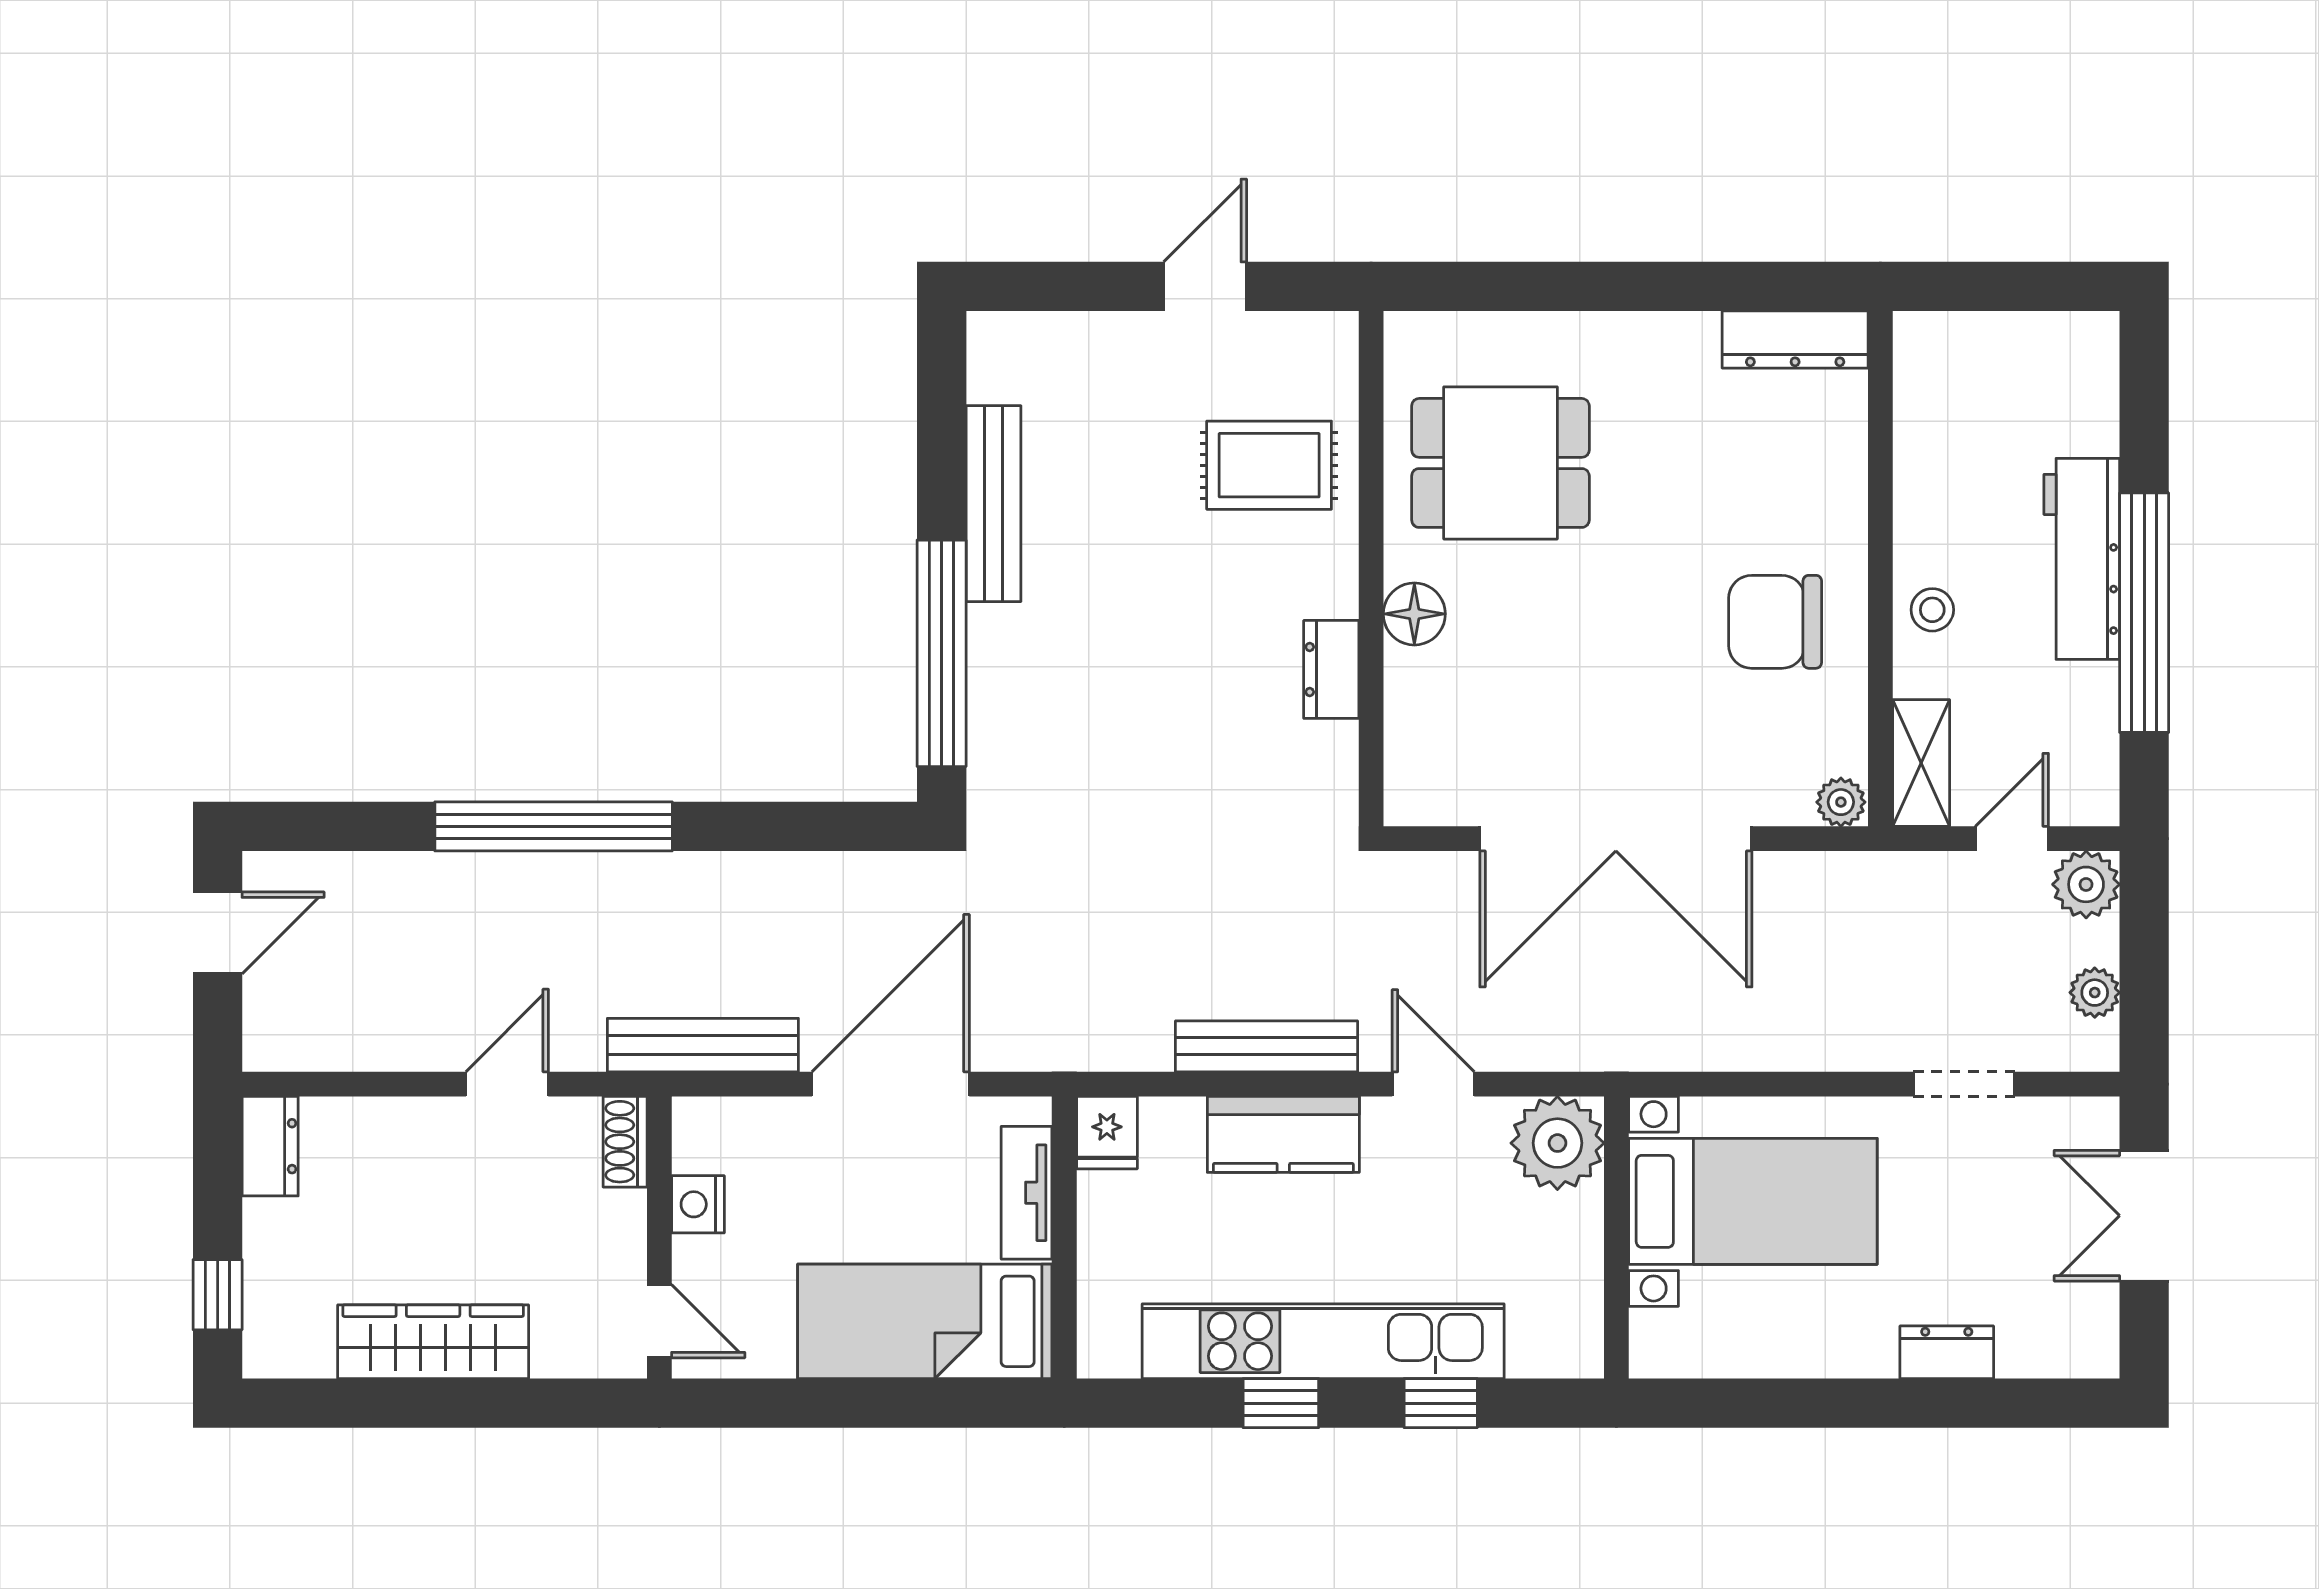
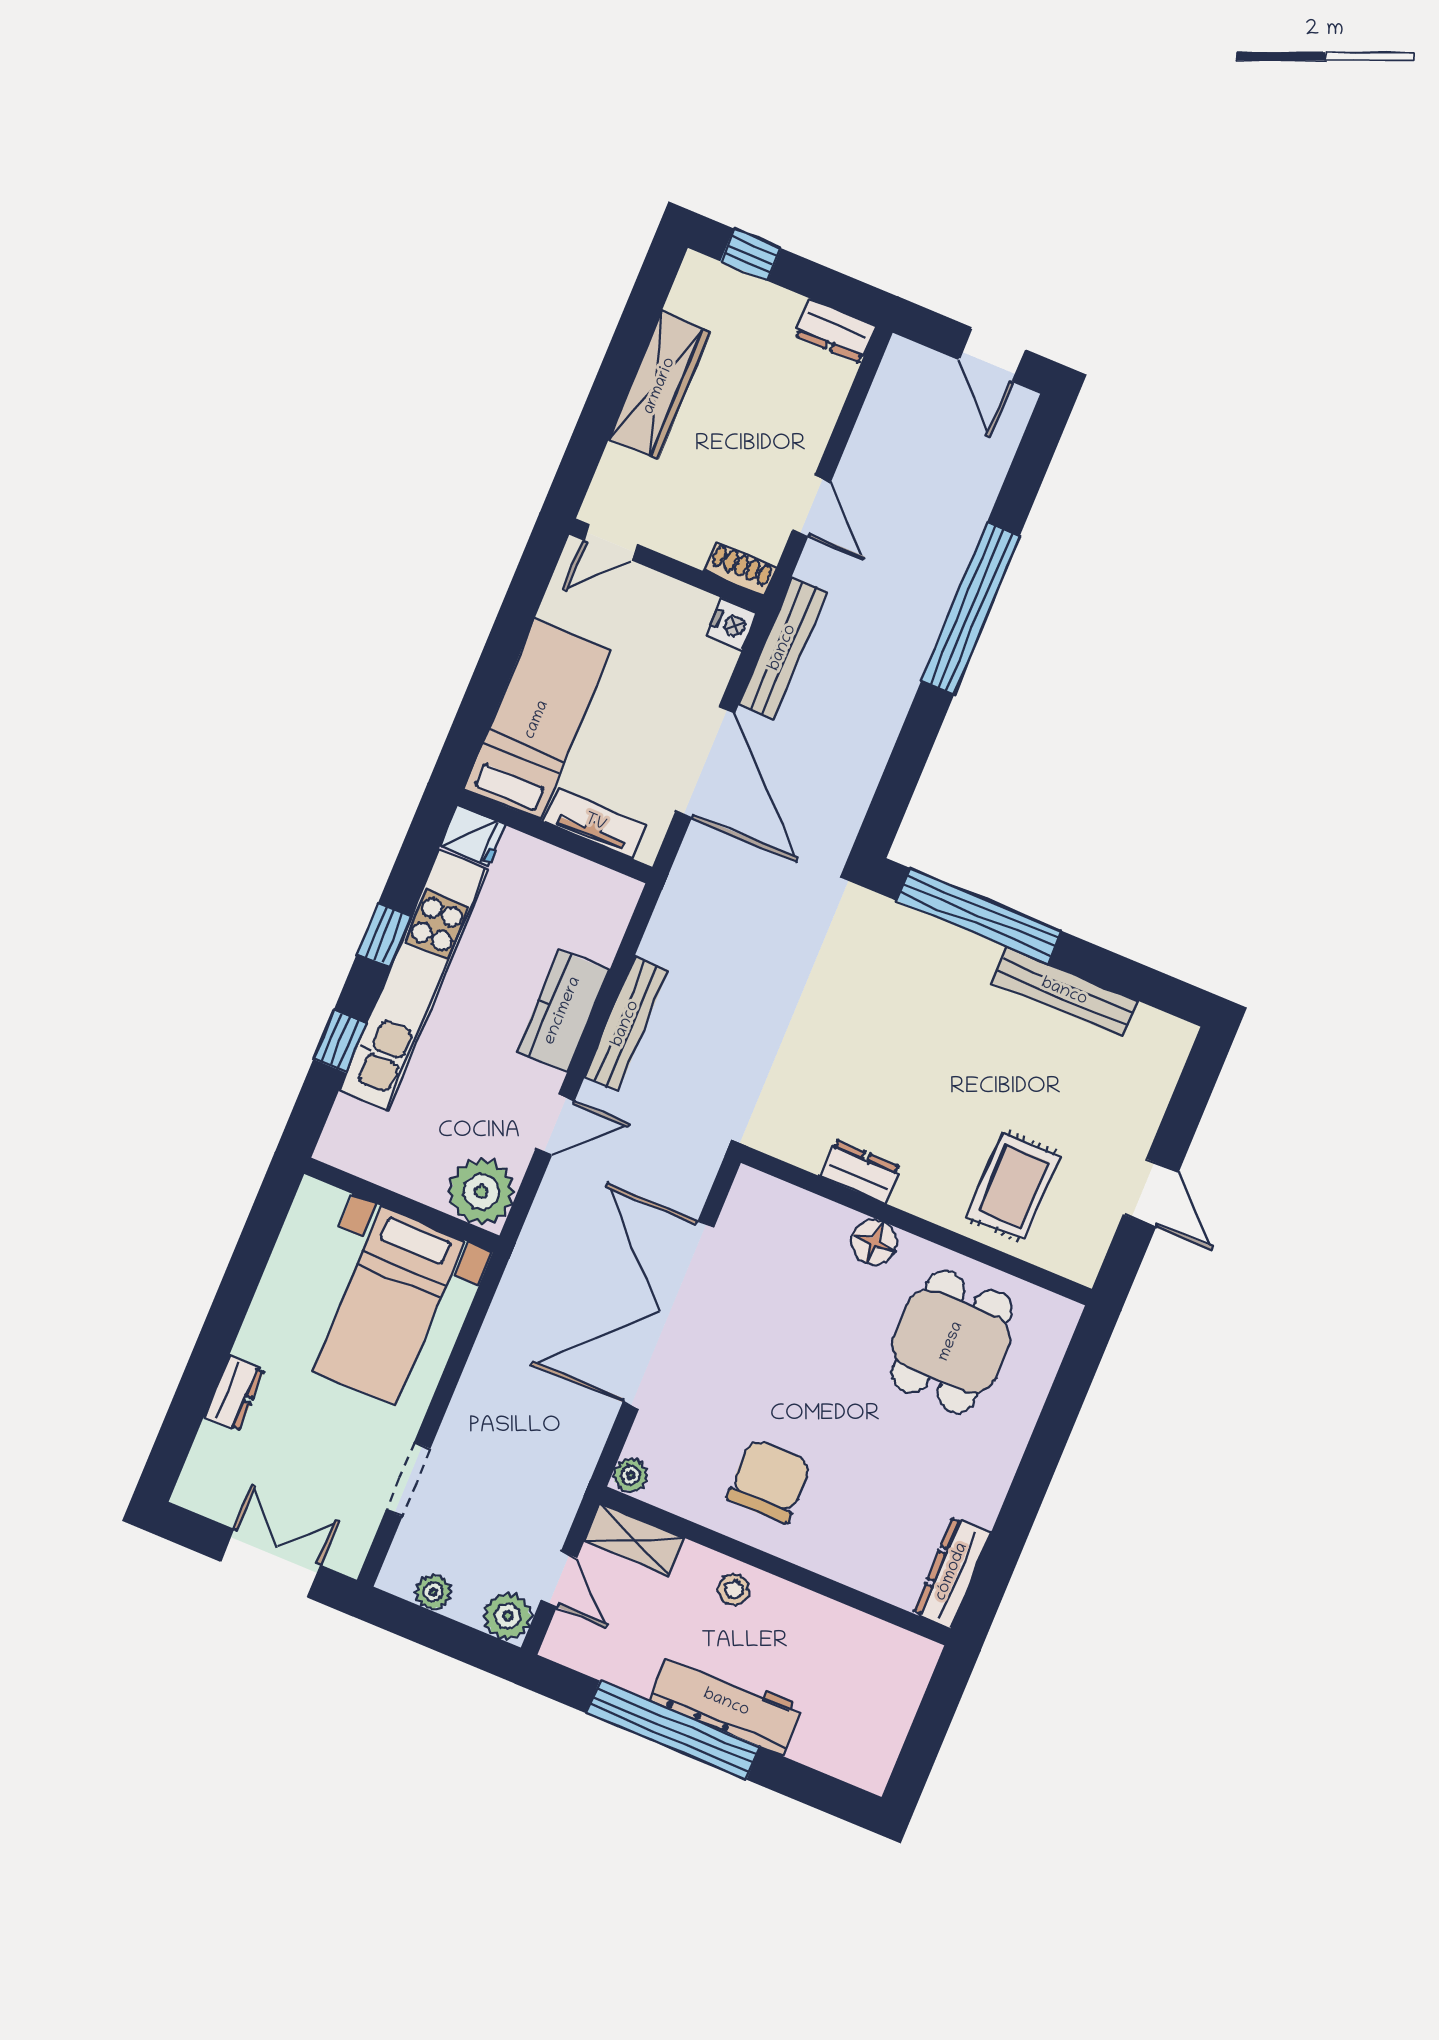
fridge: (1107, 1133) -> (473, 835), moved, turned 180
nightstand: (698, 1204) -> (732, 625), moved, turned 90

